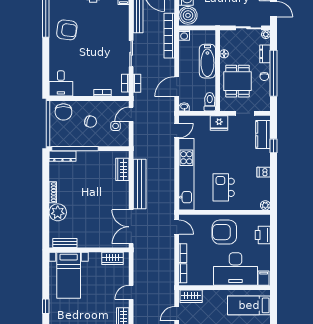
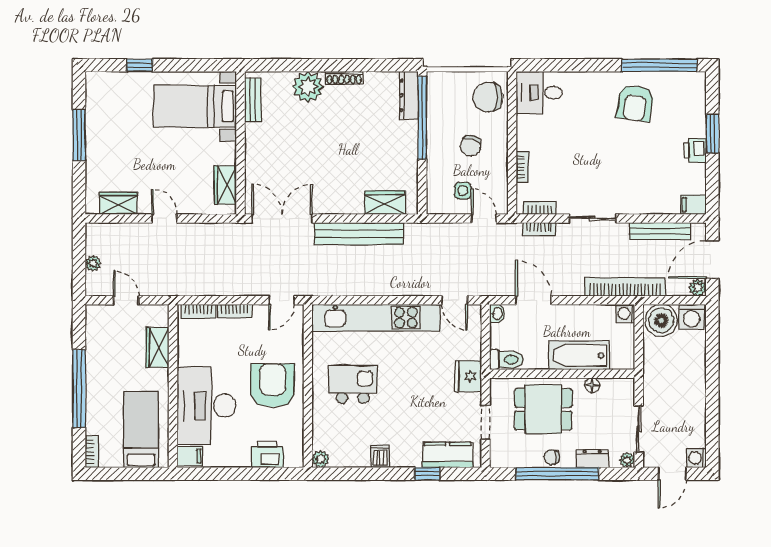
wardrobe: (191, 296) -> (157, 347), moved

